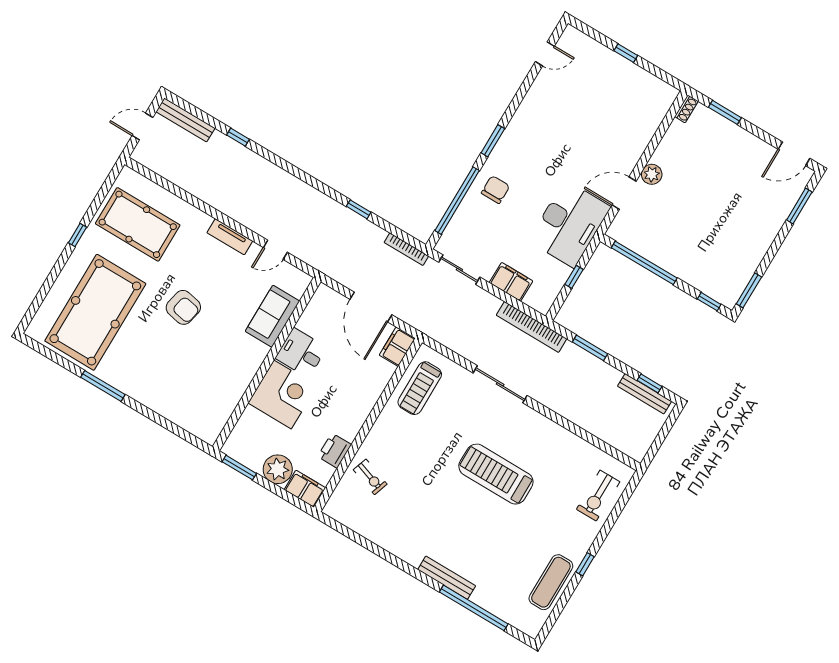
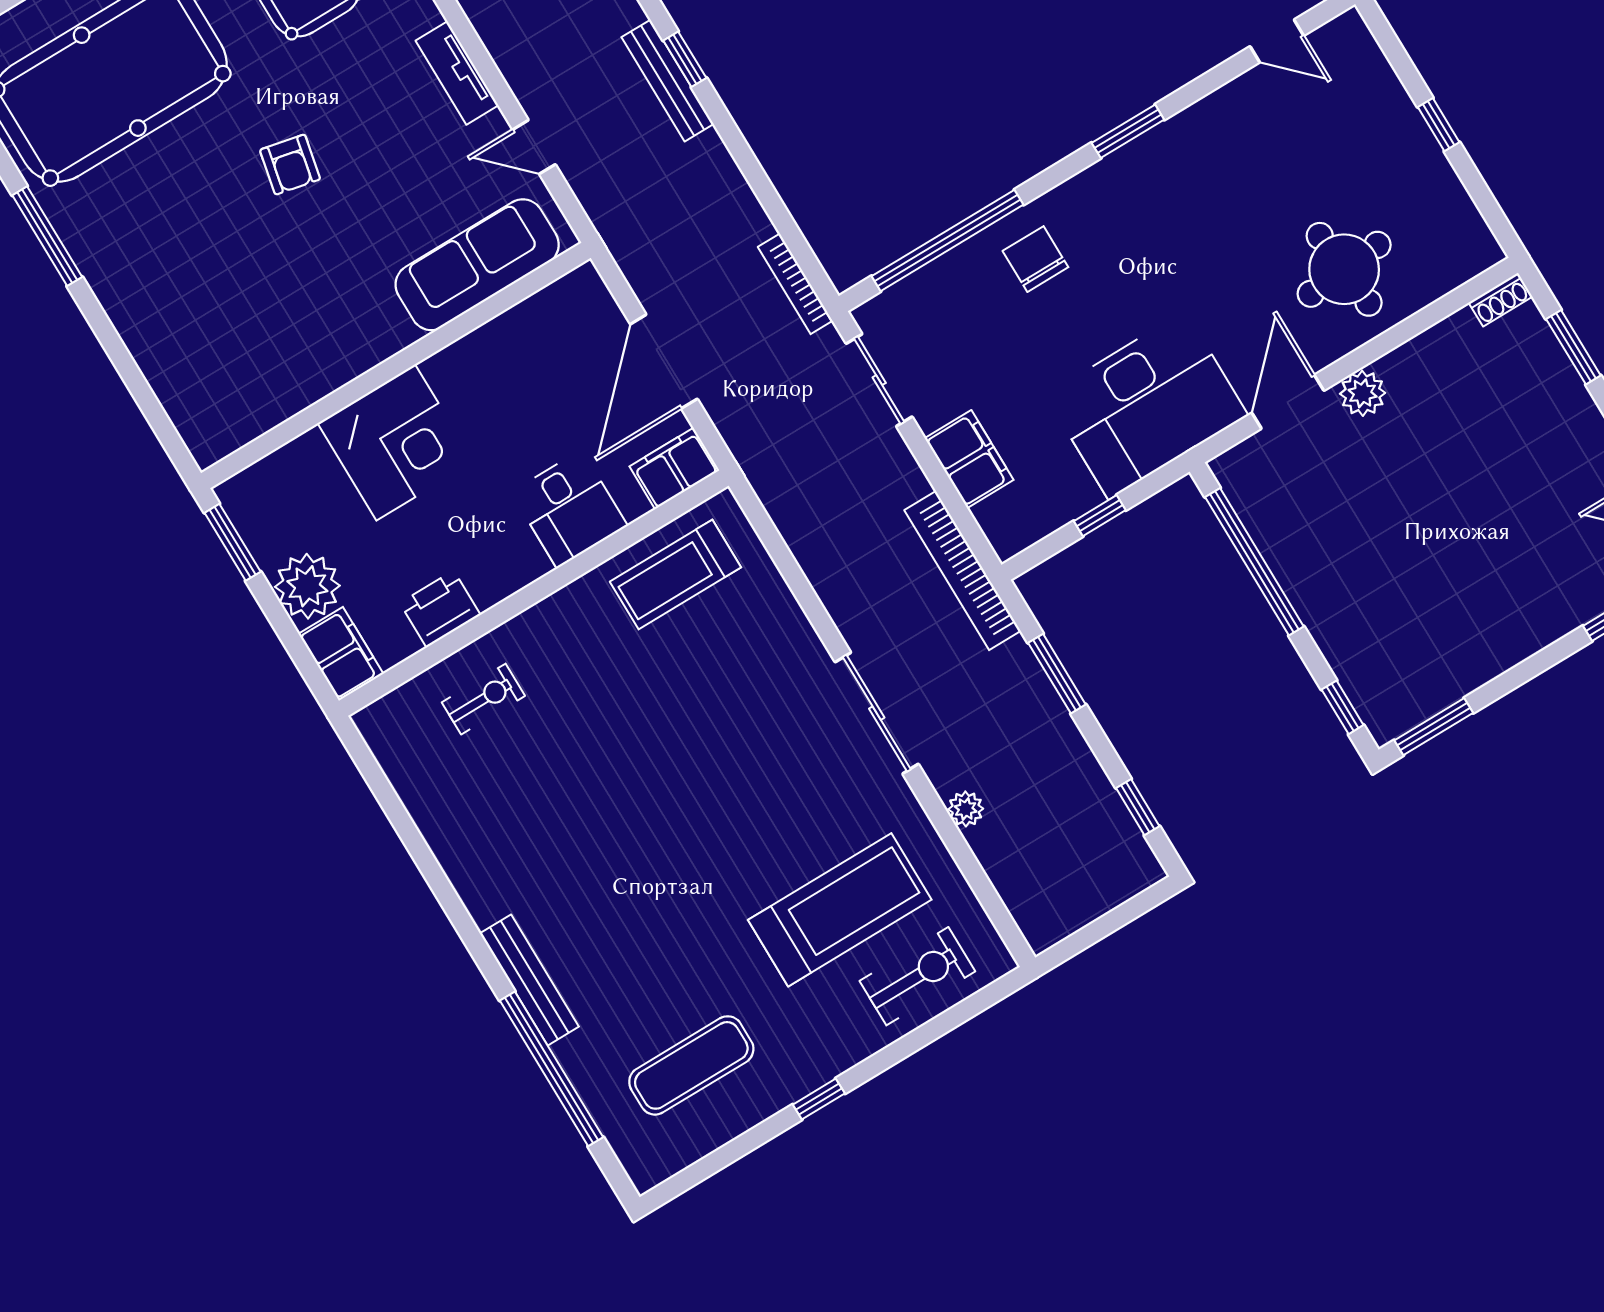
round table: (619, 129) -> (1344, 269), added
window: (493, 141) -> (1128, 131), moved
chair: (495, 190) -> (1035, 259), turned -90
door: (624, 193) -> (1288, 402), hinge flipped
window: (359, 209) -> (685, 59), moved
armchair: (183, 307) -> (290, 165), width x0.72, depth x0.72
sofa: (273, 316) -> (477, 265), width x1.36
desk: (301, 353) -> (569, 509), moved, turned 180
sliding door: (500, 384) -> (877, 713), moved
bench: (645, 394) -> (668, 81), moved
plant: (582, 420) -> (966, 809), added
treadmill: (496, 474) -> (840, 910), moved, turned 90
exercise bike: (370, 477) -> (483, 699), turned -109
exercise bike: (598, 496) -> (917, 976), turned 180
exercise mat: (551, 582) -> (691, 1065), moved

